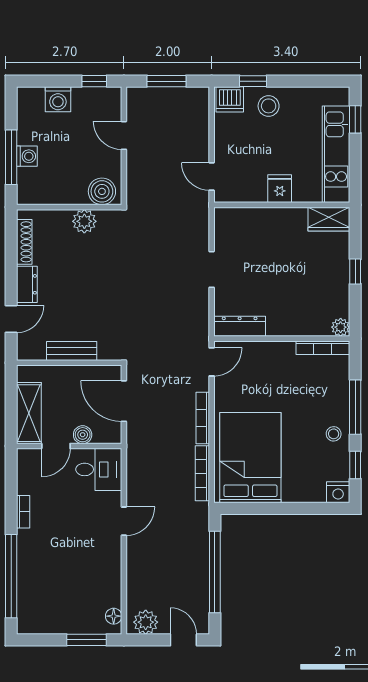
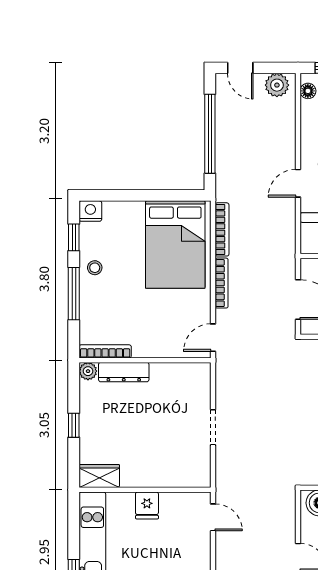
dresser: (240, 326) -> (124, 372), moved

